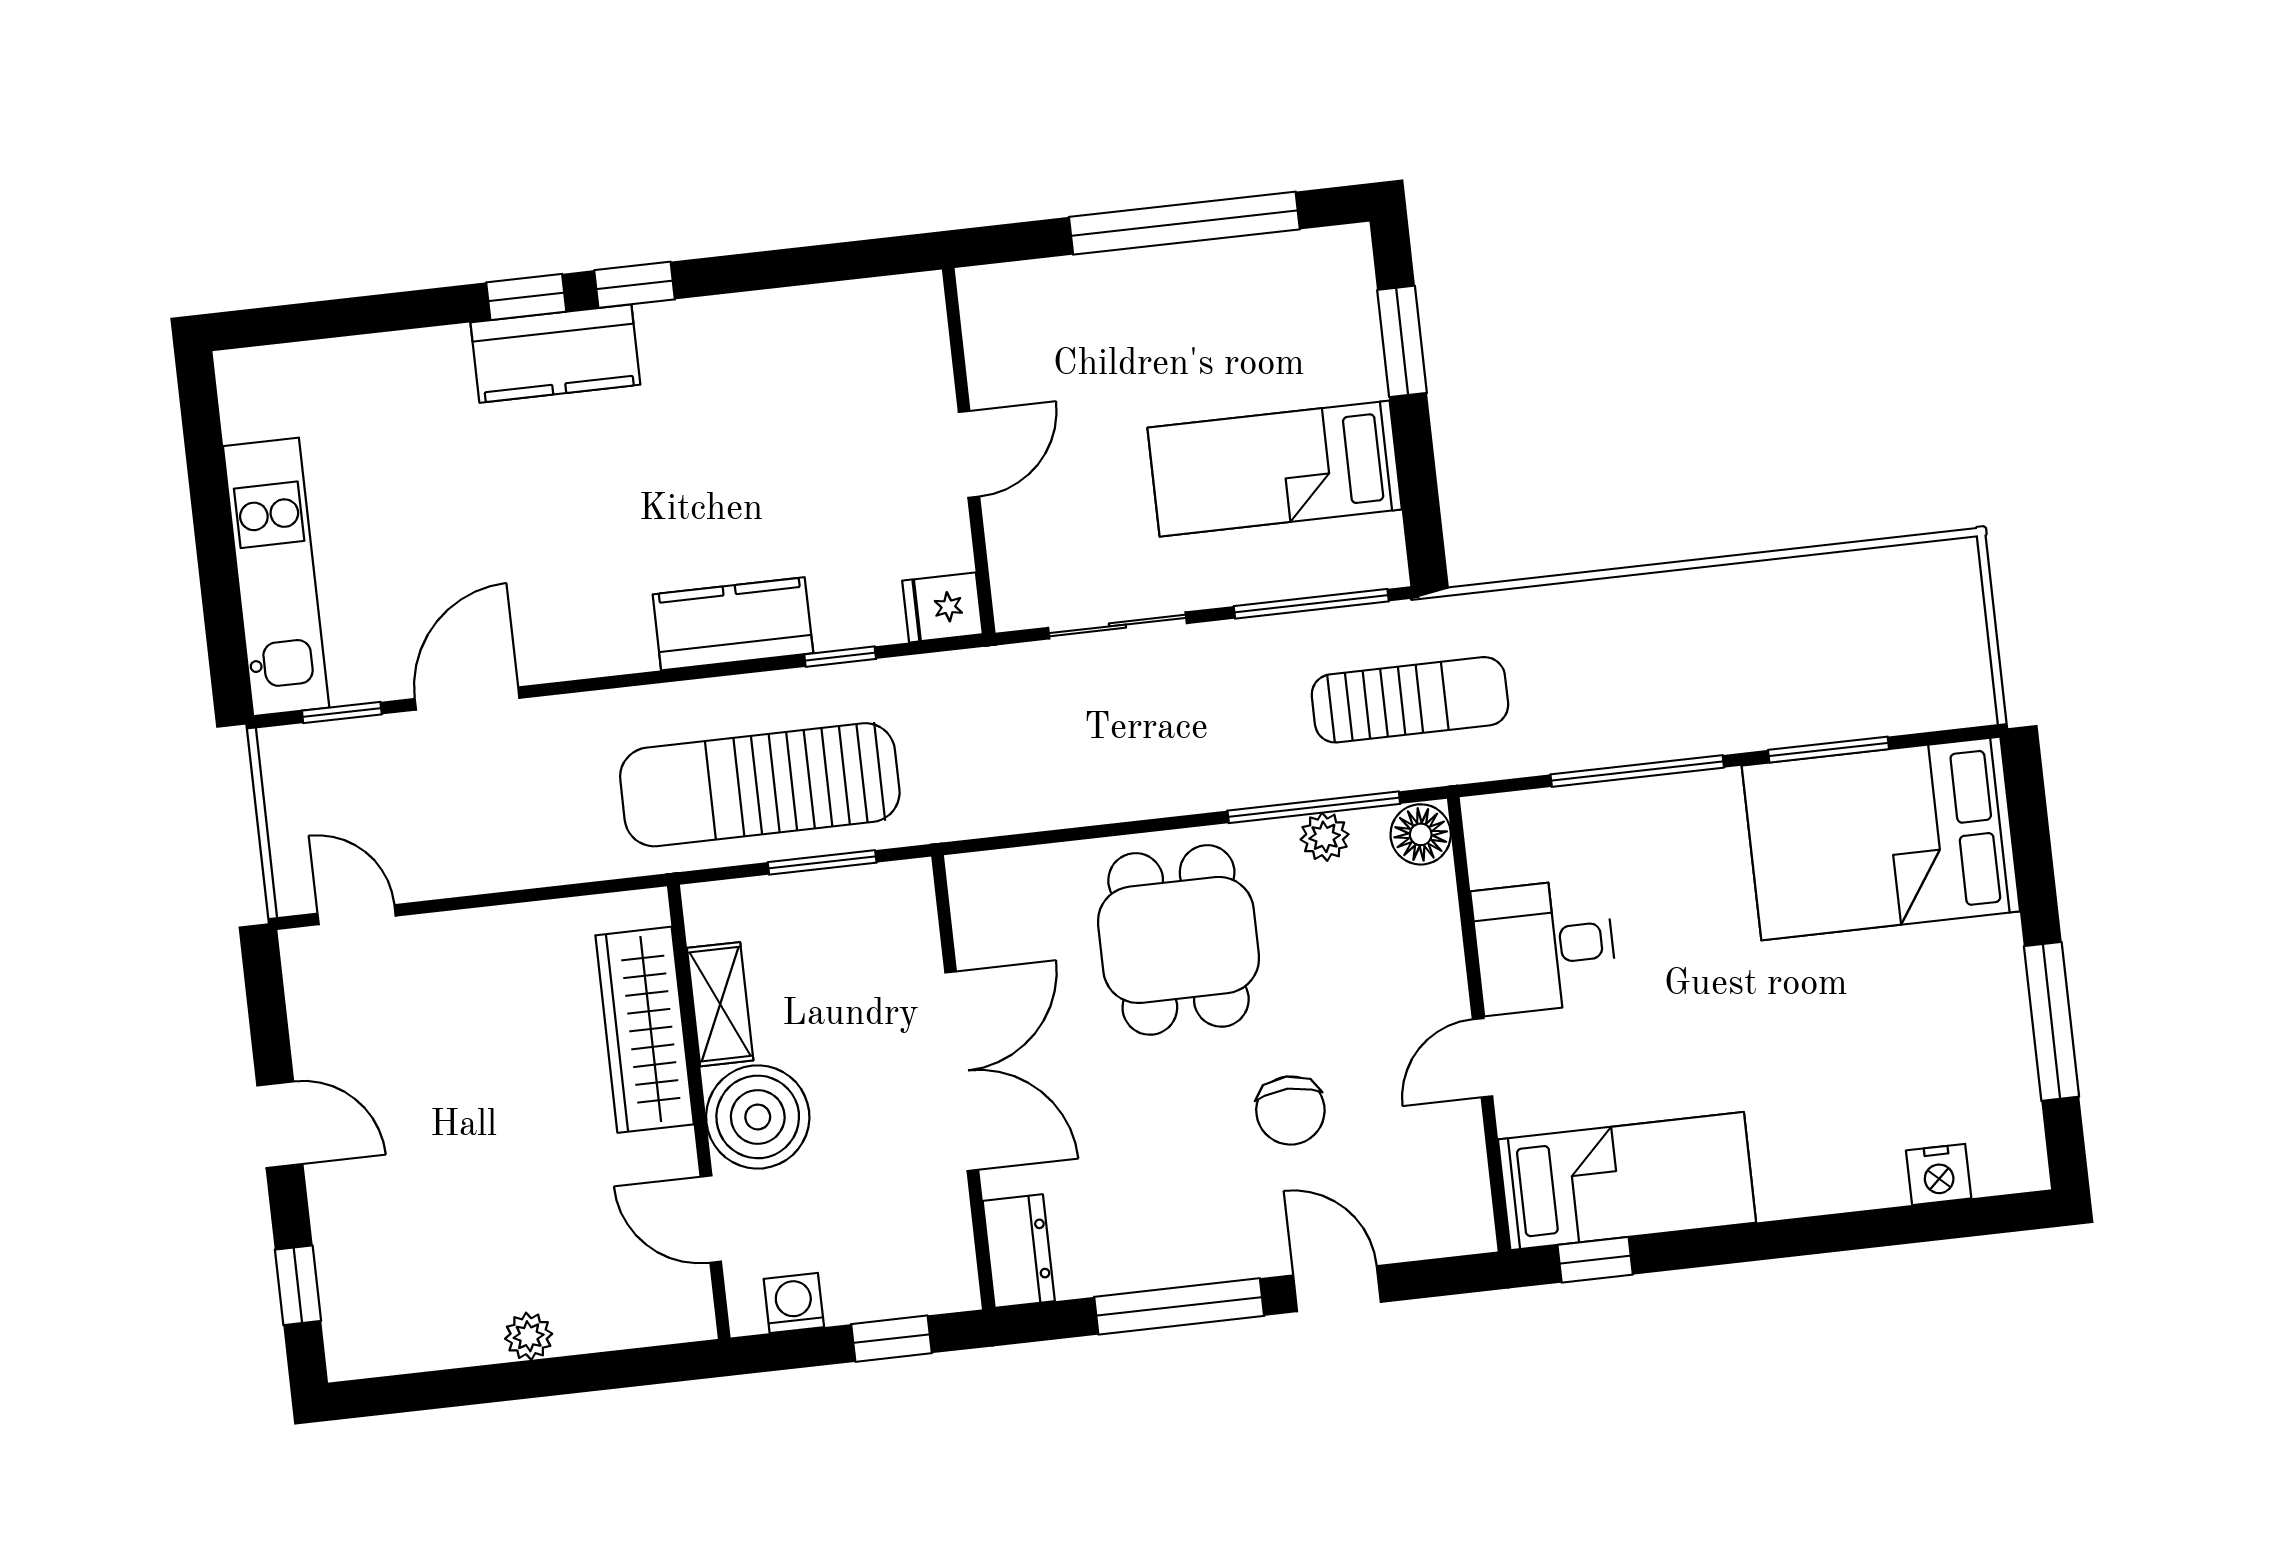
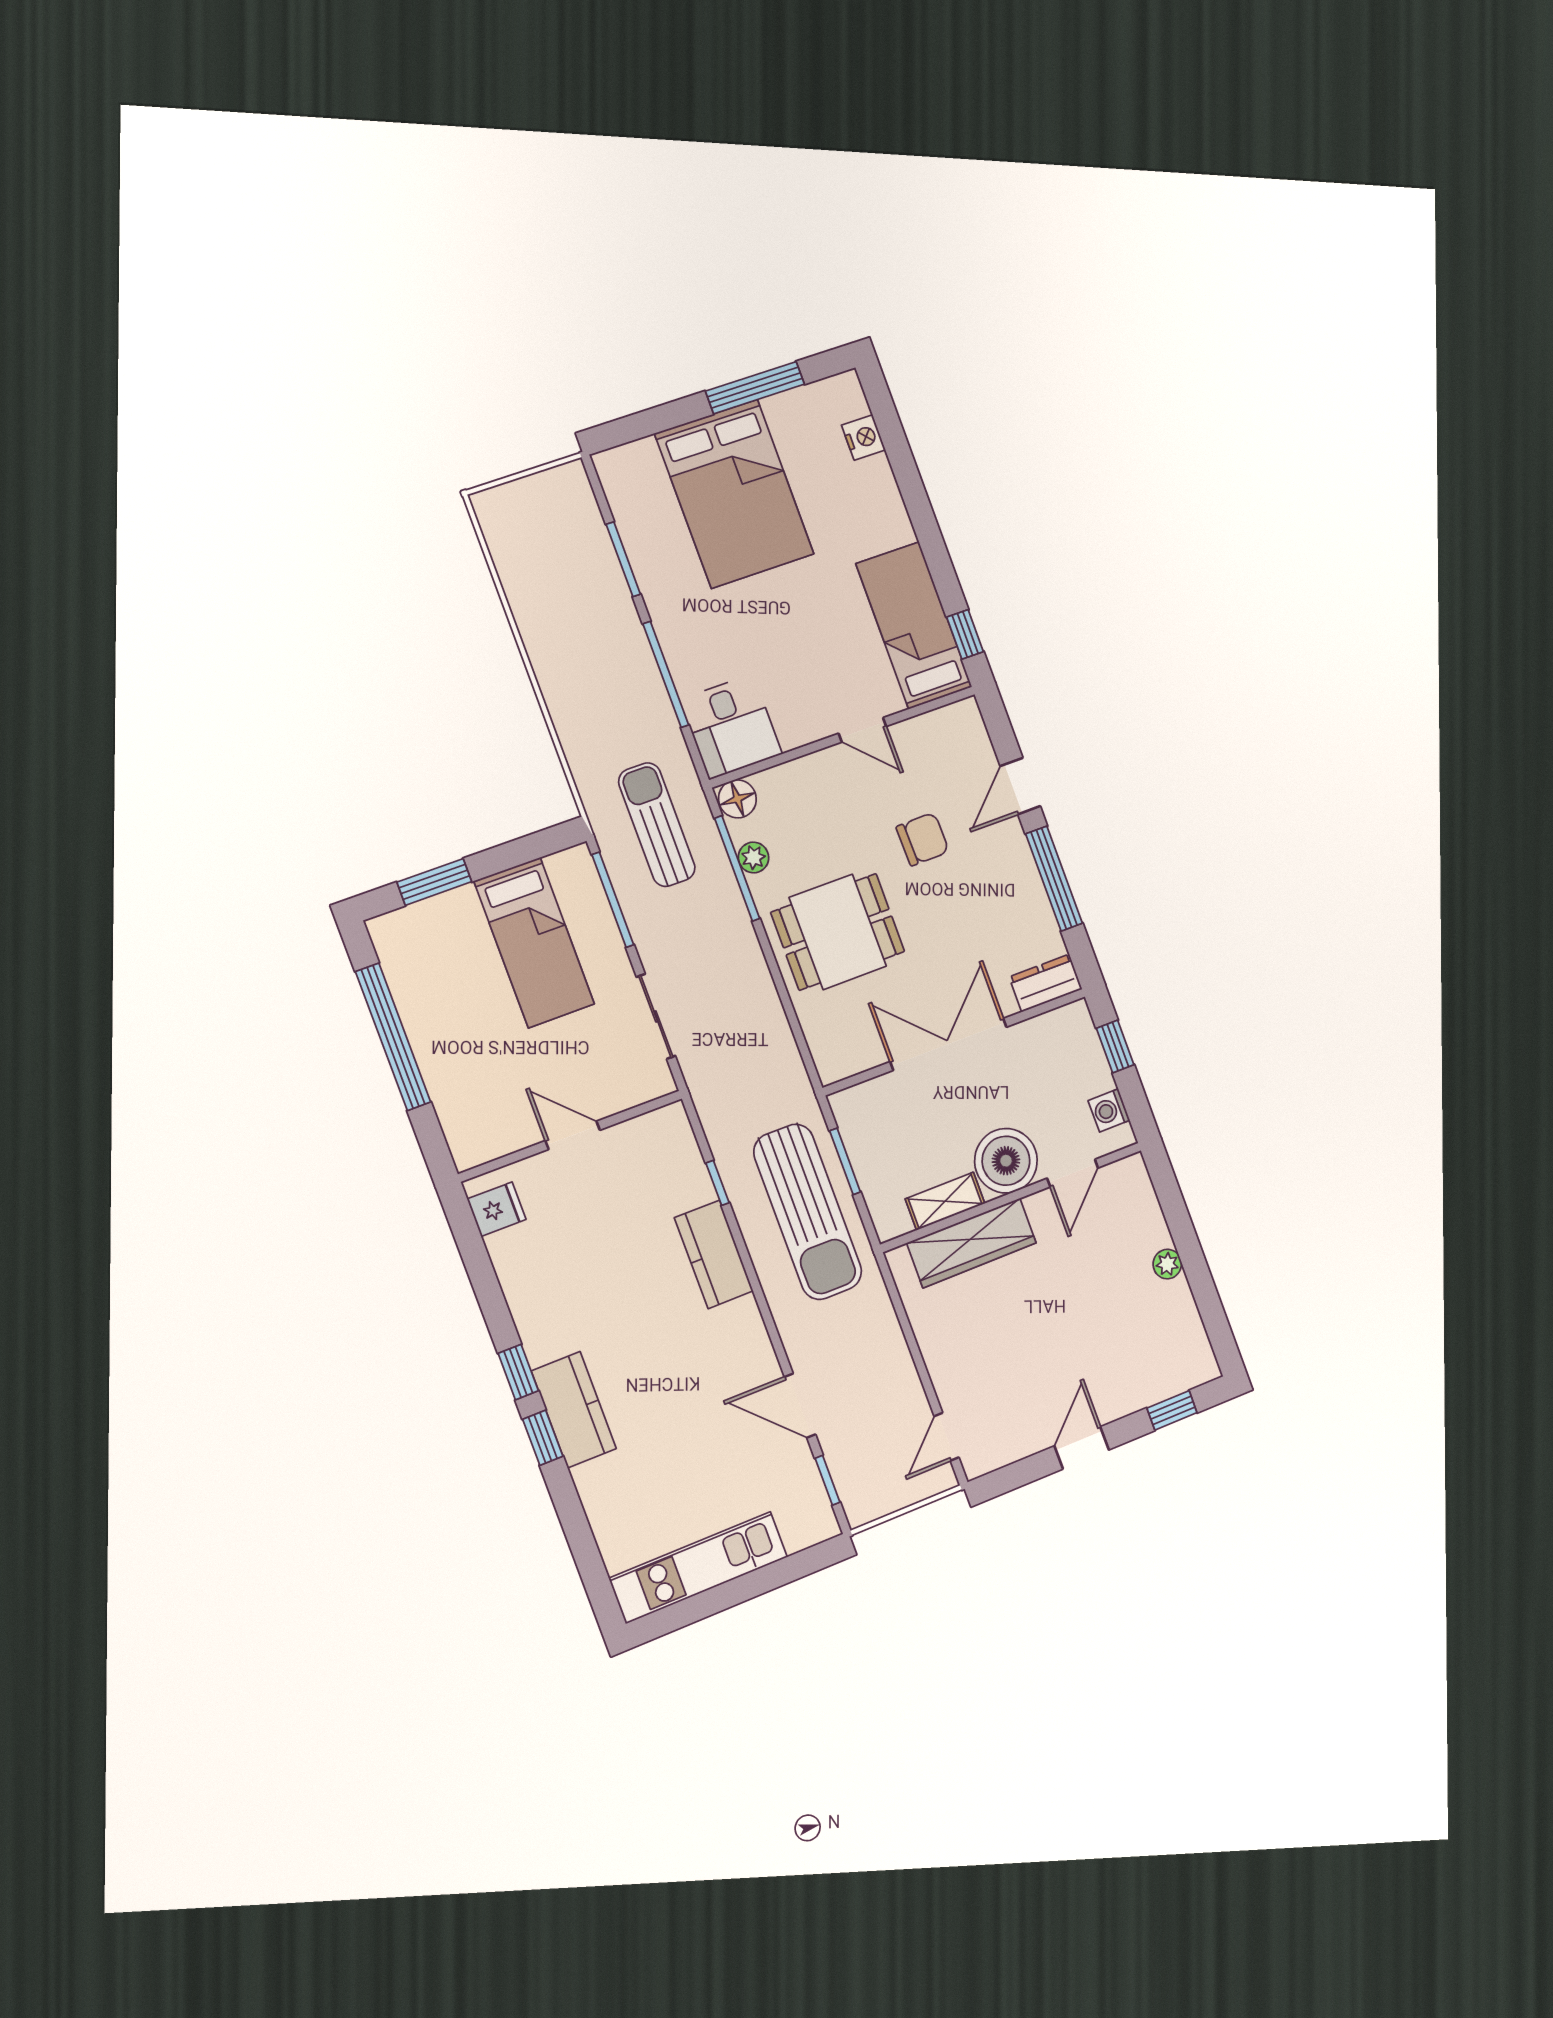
kitchen unit: (276, 577) -> (698, 1568), moved
fridge: (942, 607) -> (497, 1209), moved, turned -90
bed: (1881, 838) -> (734, 494), moved
desk: (1545, 946) -> (731, 727), moved

